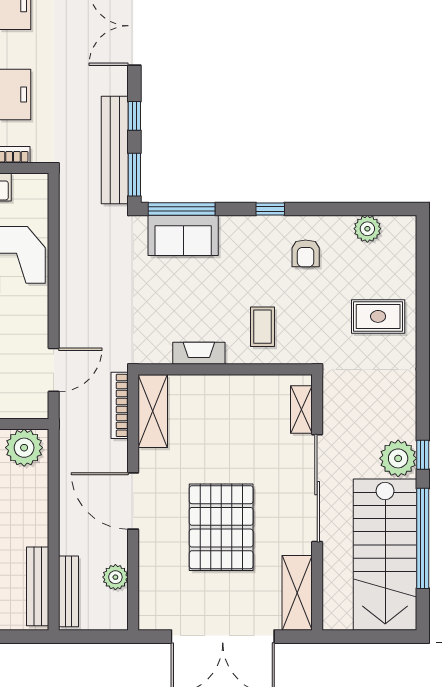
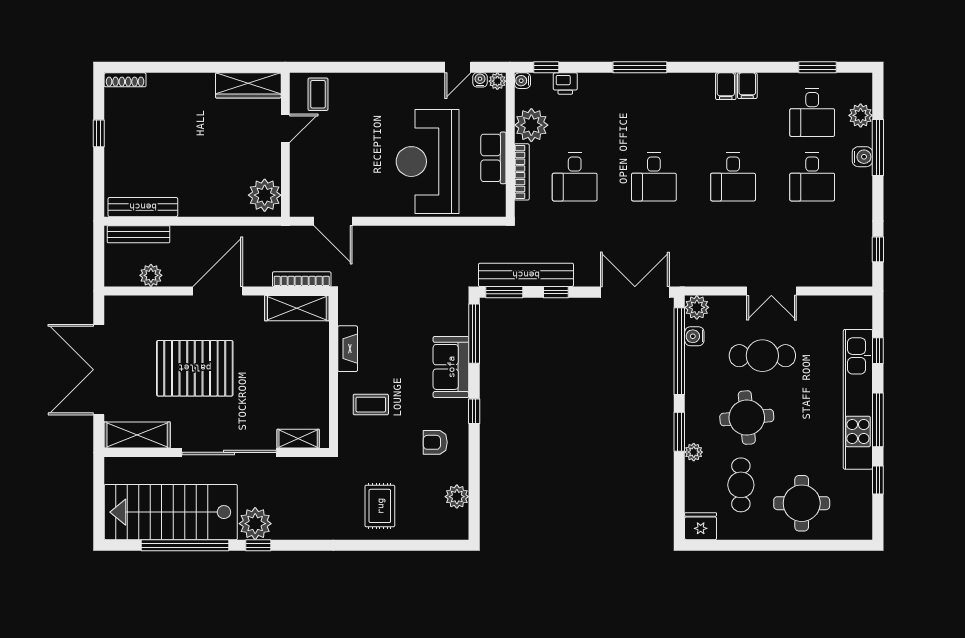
sofa: (183, 235) -> (451, 367), moved

